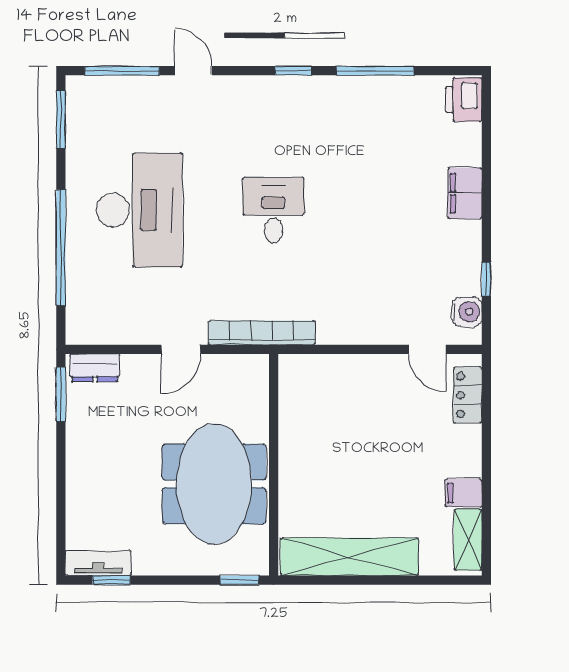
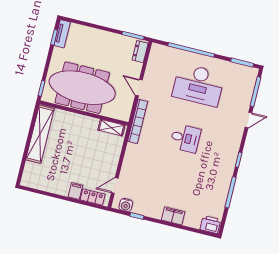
meeting table: (214, 484) -> (82, 88), width x1.36
filing cabinet: (463, 493) -> (75, 191), moved
shelving: (468, 540) -> (111, 128), moved

